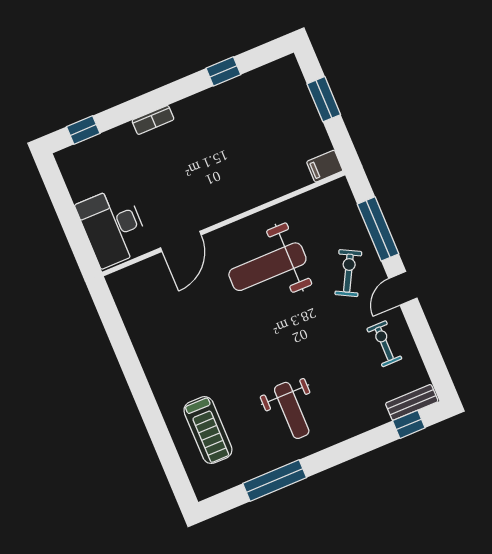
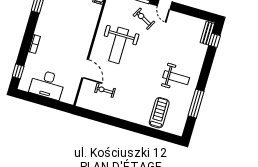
desk: (113, 227) -> (47, 85), moved
exercise bike: (384, 344) -> (105, 90), moved
treadmill: (208, 430) -> (159, 113), turned -90

